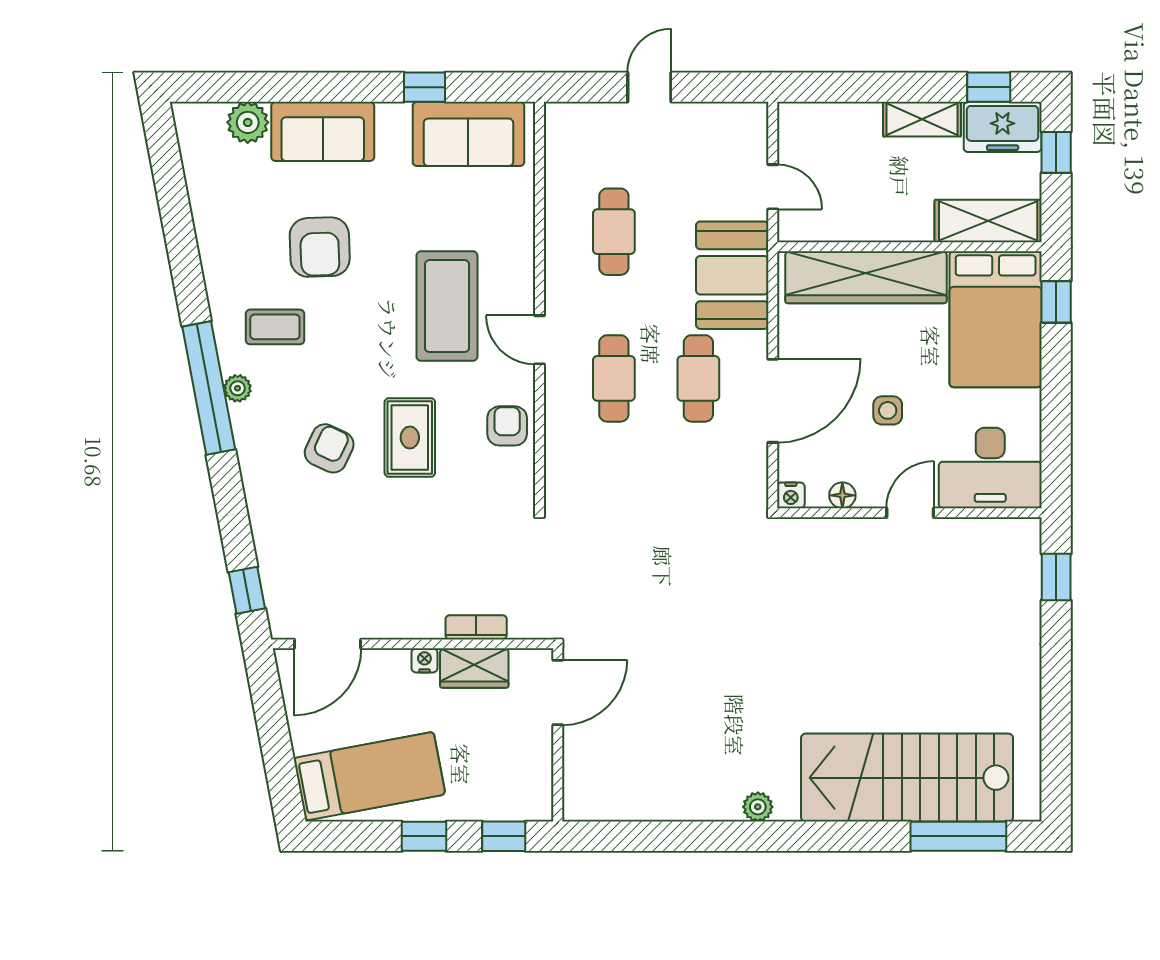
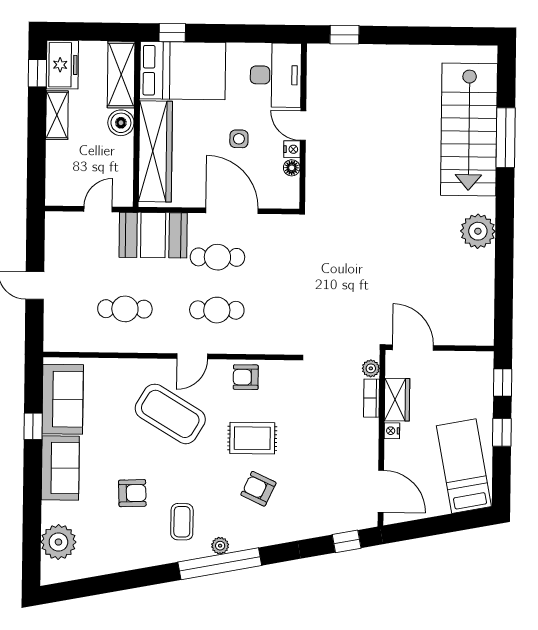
plant: (248, 122) -> (58, 542), width x1.36, depth x1.36
sofa: (323, 131) -> (60, 468), moved
window: (1056, 152) -> (79, 31), removed
boiler: (911, 222) -> (121, 123), added
armchair: (320, 247) -> (132, 493), width x0.72, depth x0.72
coffee table: (447, 306) -> (170, 414), turned 31
nightstand: (791, 495) -> (292, 149), moved
plant: (524, 626) -> (371, 368), added
plant: (758, 807) -> (478, 231), width x1.87, depth x1.87
window: (958, 836) -> (506, 138), moved

